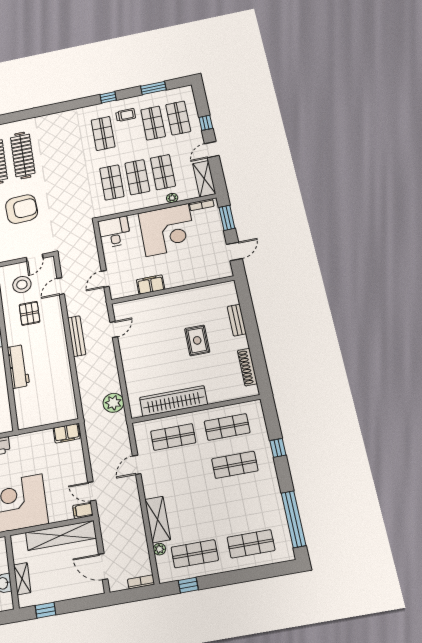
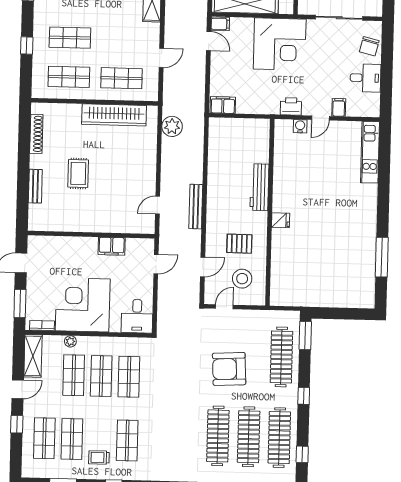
pallet: (30, 313) -> (239, 244), turned 90

